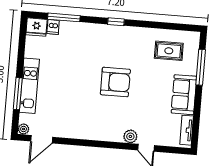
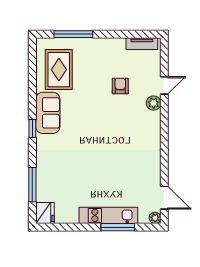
dishwasher: (53, 27) -> (43, 195), removed
rug: (169, 51) -> (59, 70), width x1.36, depth x1.43
armchair: (115, 82) -> (120, 86), moved, width x0.53, depth x0.53
sofa: (184, 95) -> (48, 113), moved, turned -90

